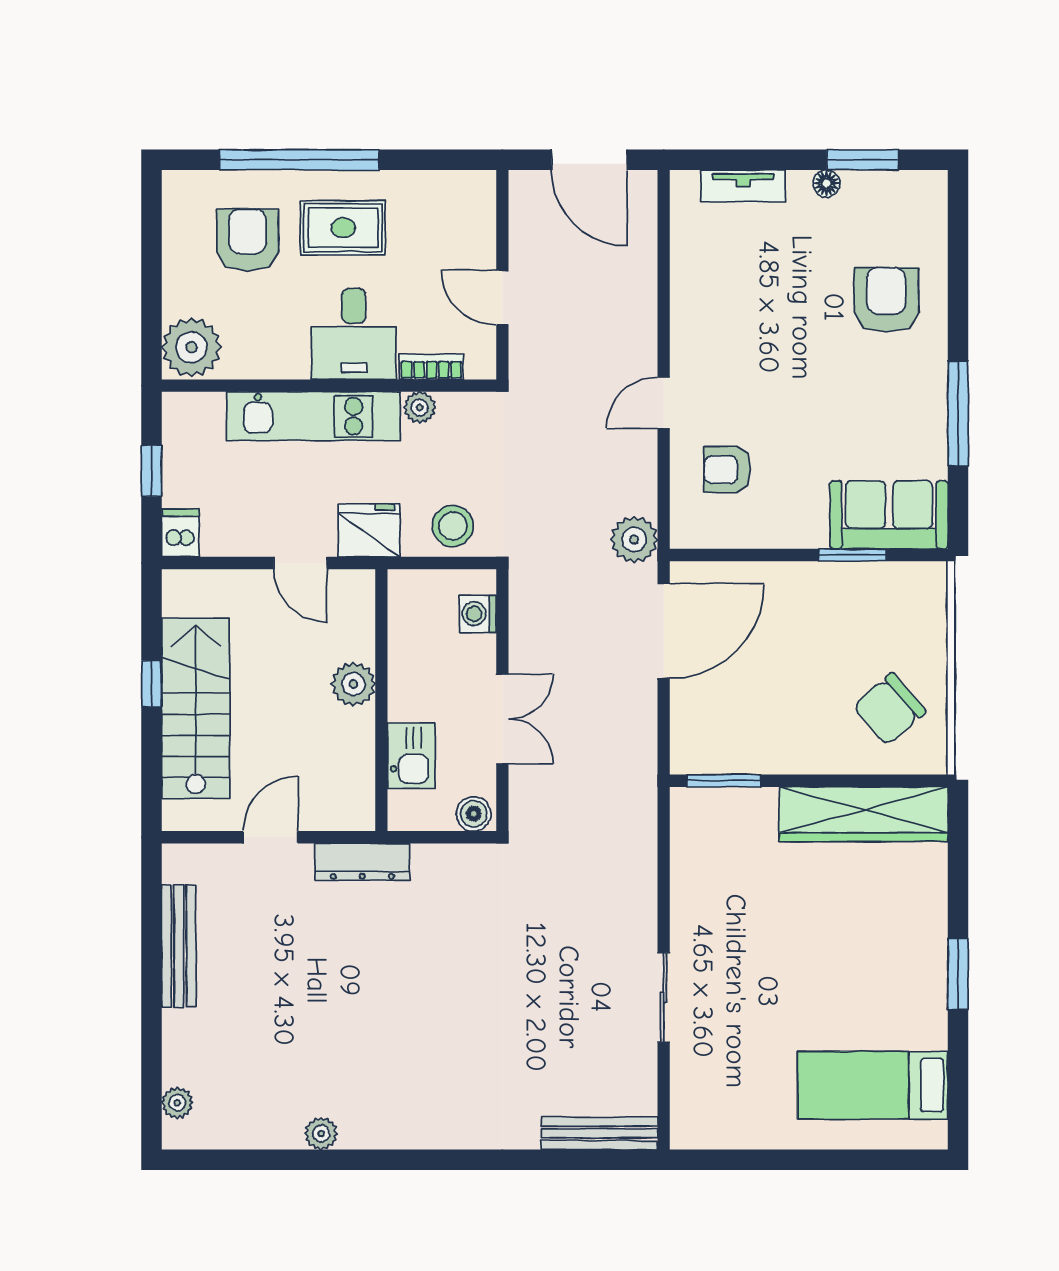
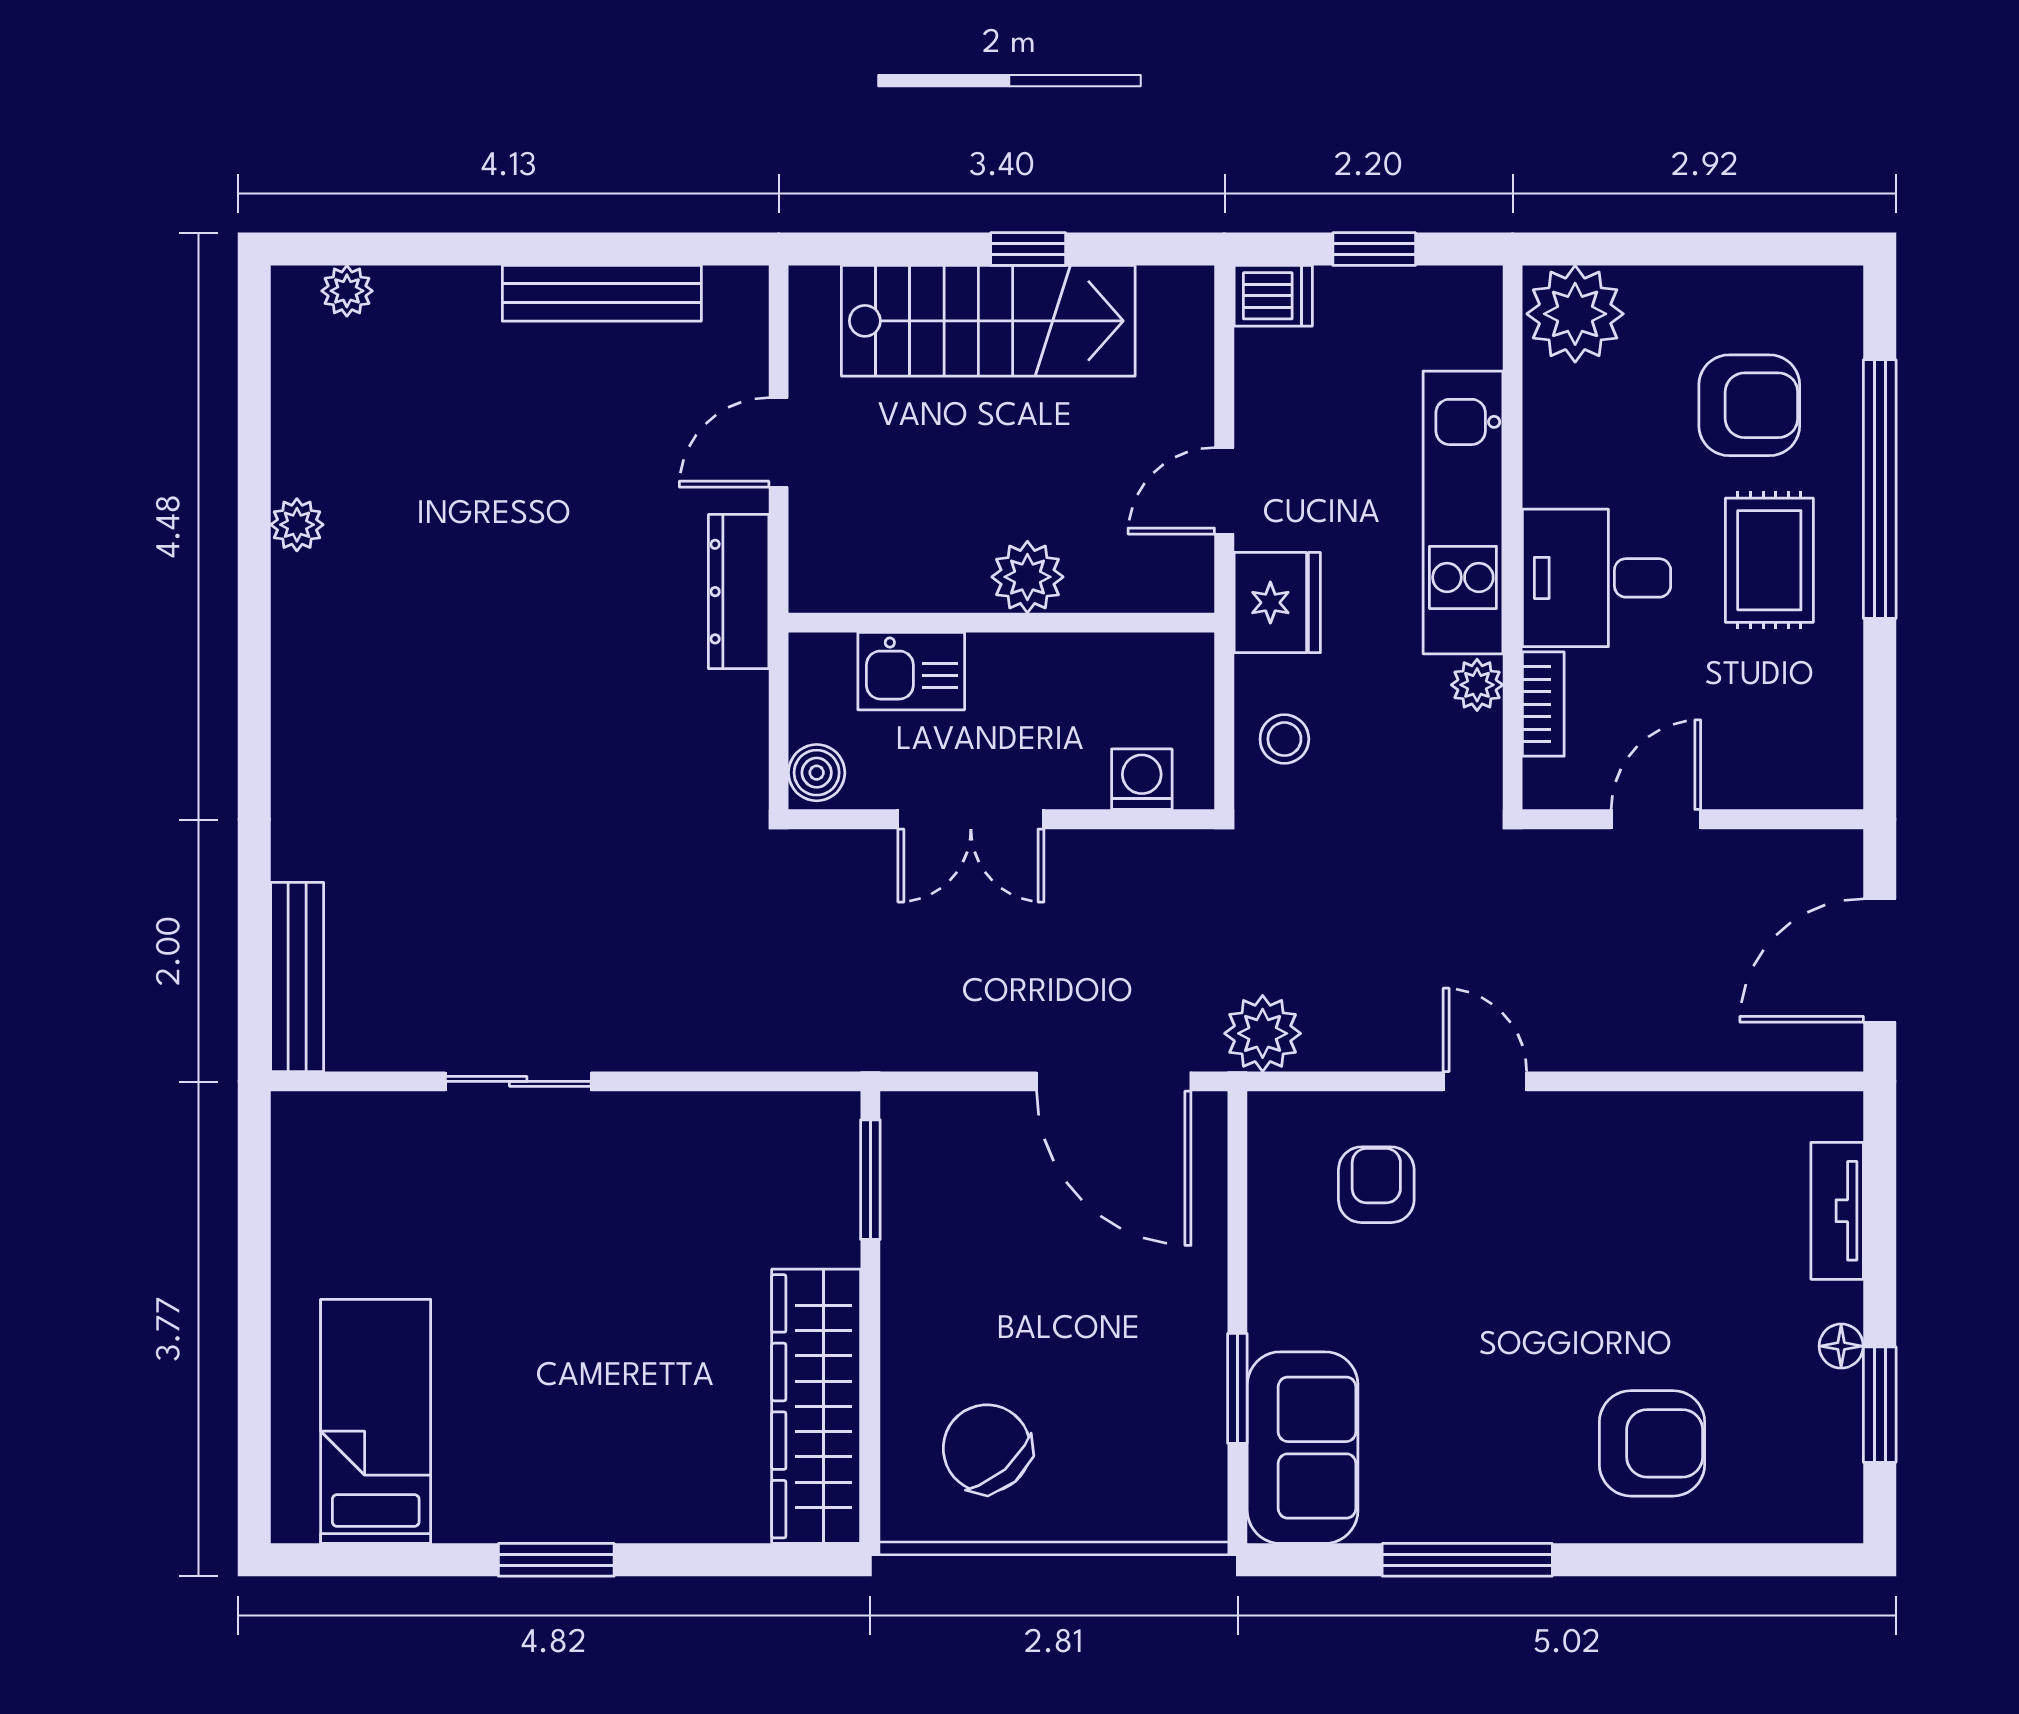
stool: (453, 526) -> (1284, 739), width x0.73, depth x0.73
door: (270, 837) -> (779, 442), swing flipped

